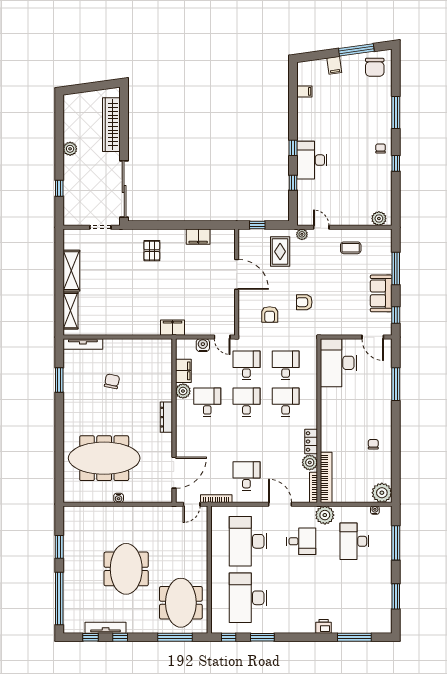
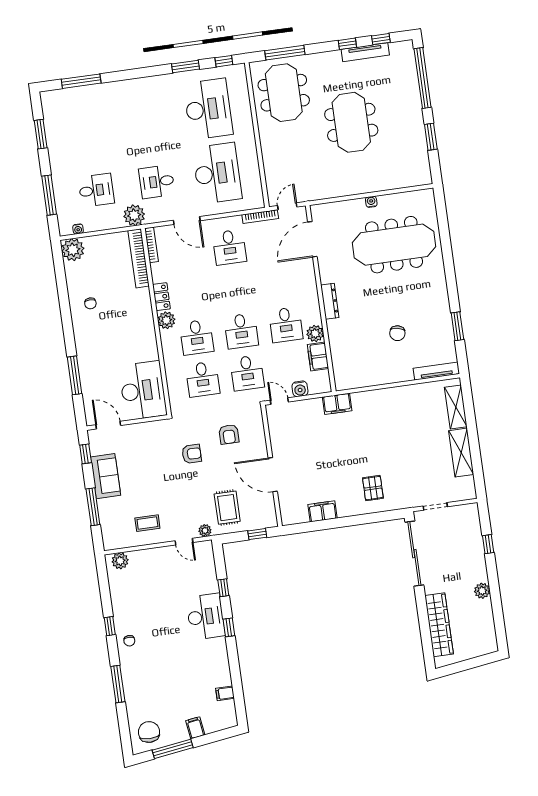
armchair: (270, 314) -> (229, 434), turned 180
plant: (310, 462) -> (166, 320), moved
desk: (354, 541) -> (96, 190), width x0.73
printer: (324, 626) -> (118, 89), removed

